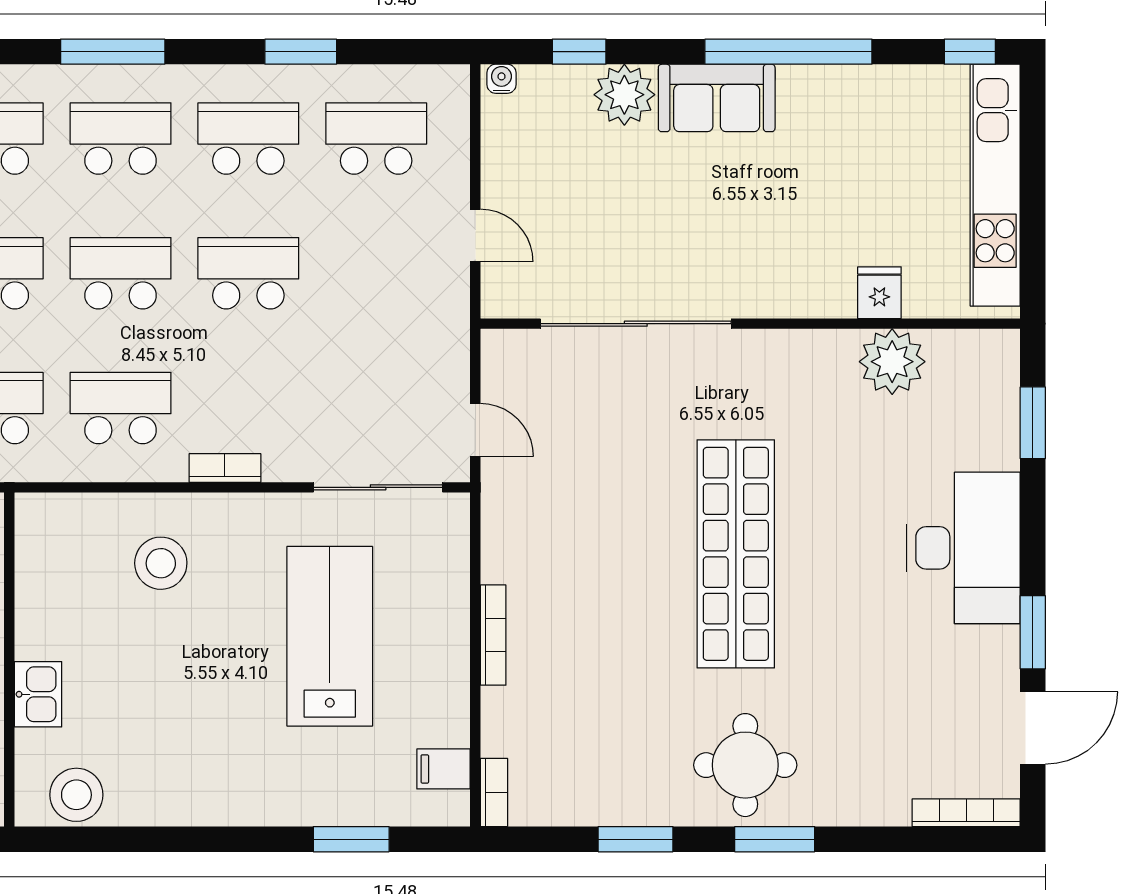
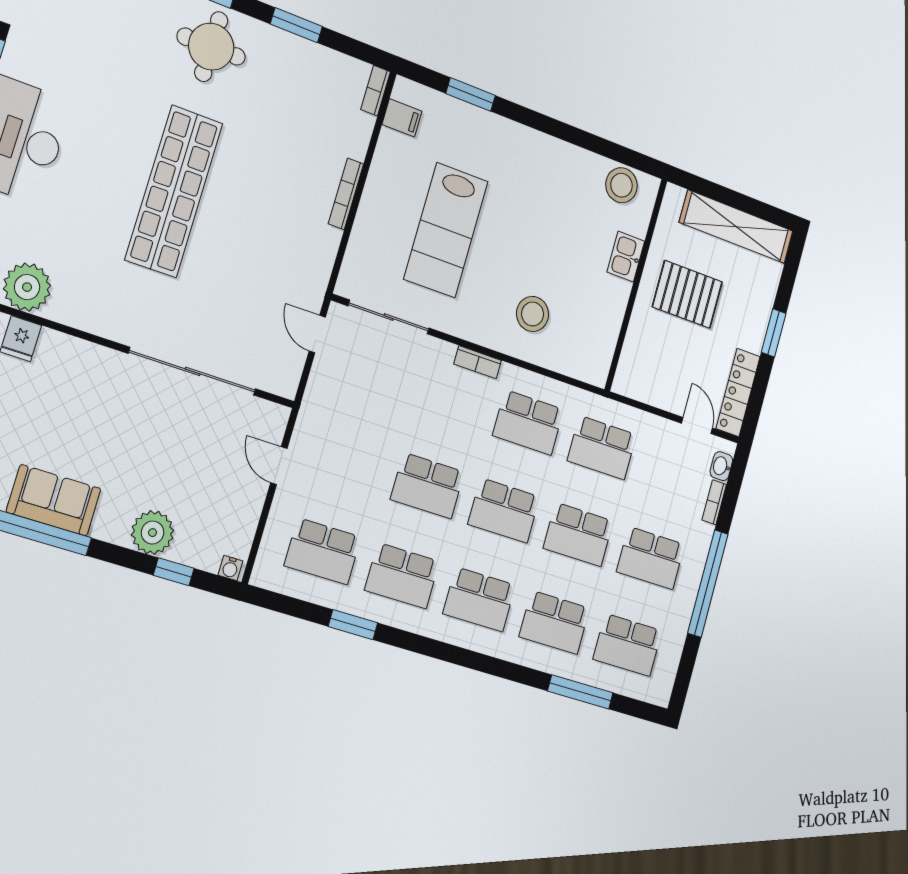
window: (113, 52) -> (468, 659), removed
sofa: (717, 98) -> (54, 500), moved

